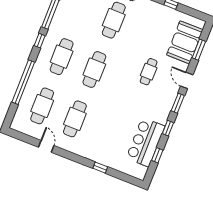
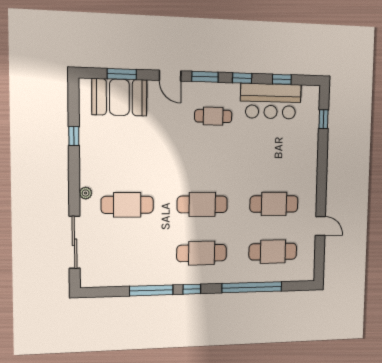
cafe table: (149, 72) -> (213, 116), moved
door: (187, 80) -> (170, 76), hinge flipped
door: (46, 146) -> (320, 226), swing flipped
window: (100, 168) -> (324, 119), moved

